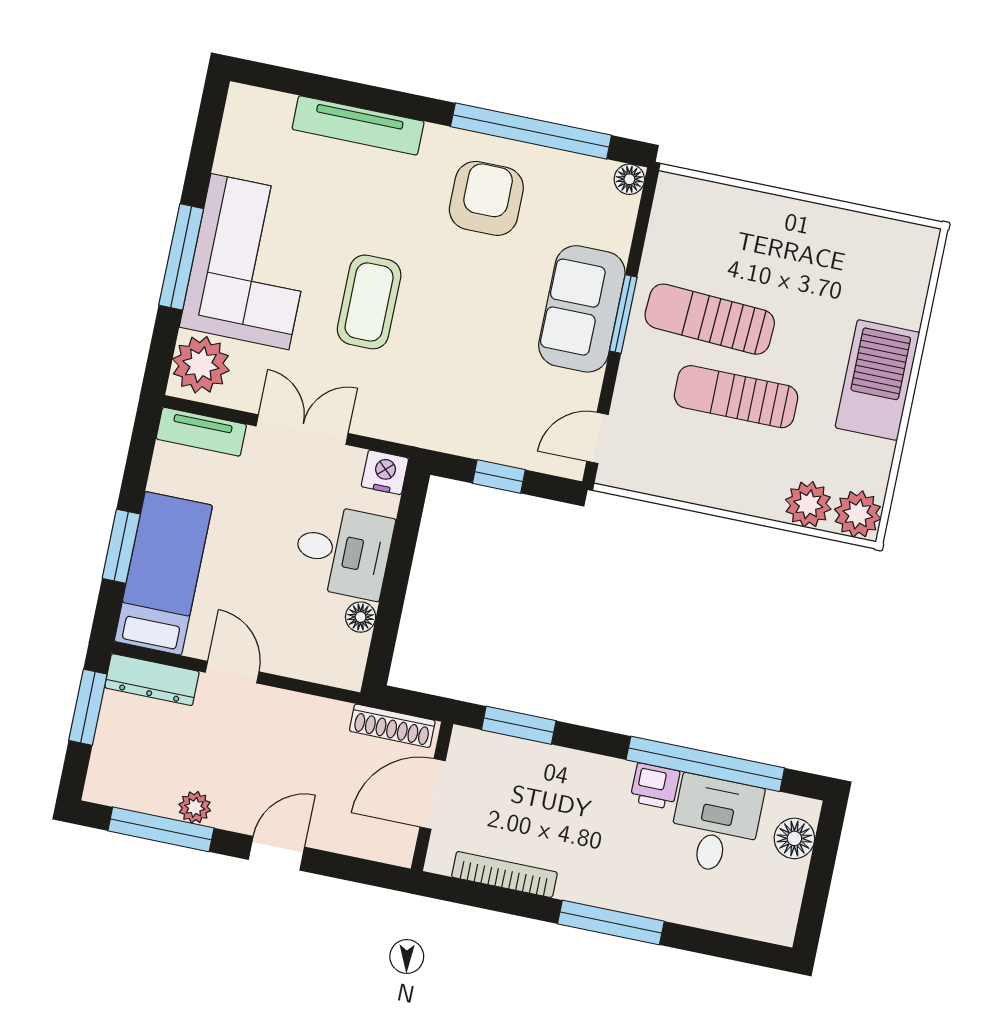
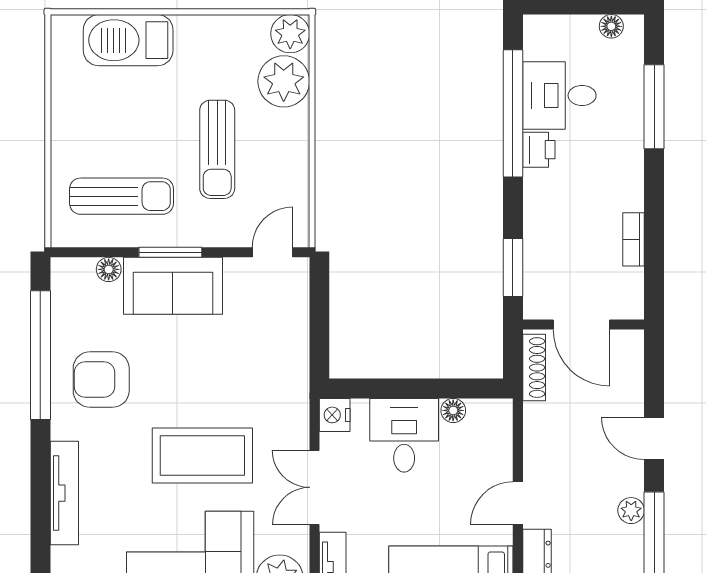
floor lamp: (629, 179) -> (109, 269), moved
coffee table: (369, 302) -> (202, 455), width x1.36, depth x1.32
sun lounger: (710, 319) -> (122, 196), moved, turned -93
barbecue: (877, 380) -> (128, 40), moved
door: (597, 438) -> (273, 252), swing flipped
window: (499, 477) -> (319, 324), removed
plant: (808, 504) -> (284, 81), width x1.36, depth x1.36
floor lamp: (794, 838) -> (611, 26), moved, width x0.73, depth x0.73
bookcase: (504, 875) -> (634, 239), width x0.64
window: (611, 923) -> (654, 107), moved

